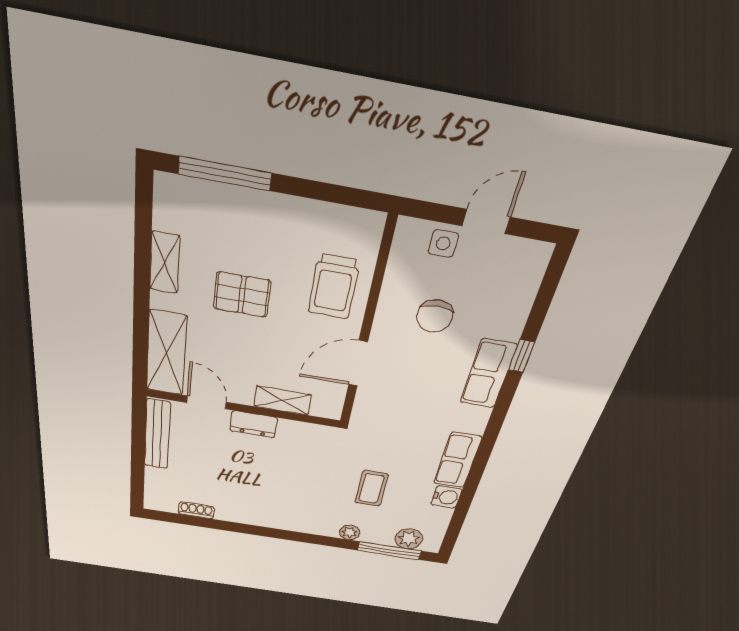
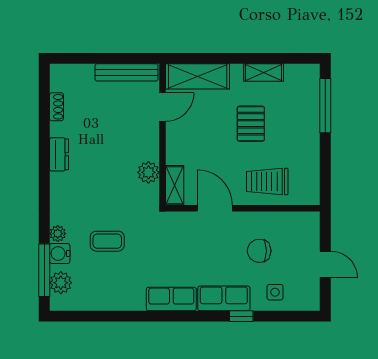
side table: (443, 244) -> (275, 292), moved
shelving: (283, 401) -> (175, 185), moved
dresser: (253, 424) -> (59, 154), moved, turned 180
plant: (293, 432) -> (148, 172), added
row of seats: (457, 460) -> (171, 299), moved
water cooler: (446, 497) -> (60, 253), moved, turned 90

